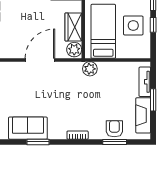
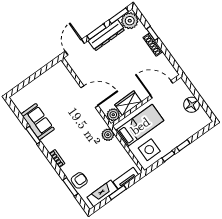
side table: (133, 25) -> (149, 150), moved

